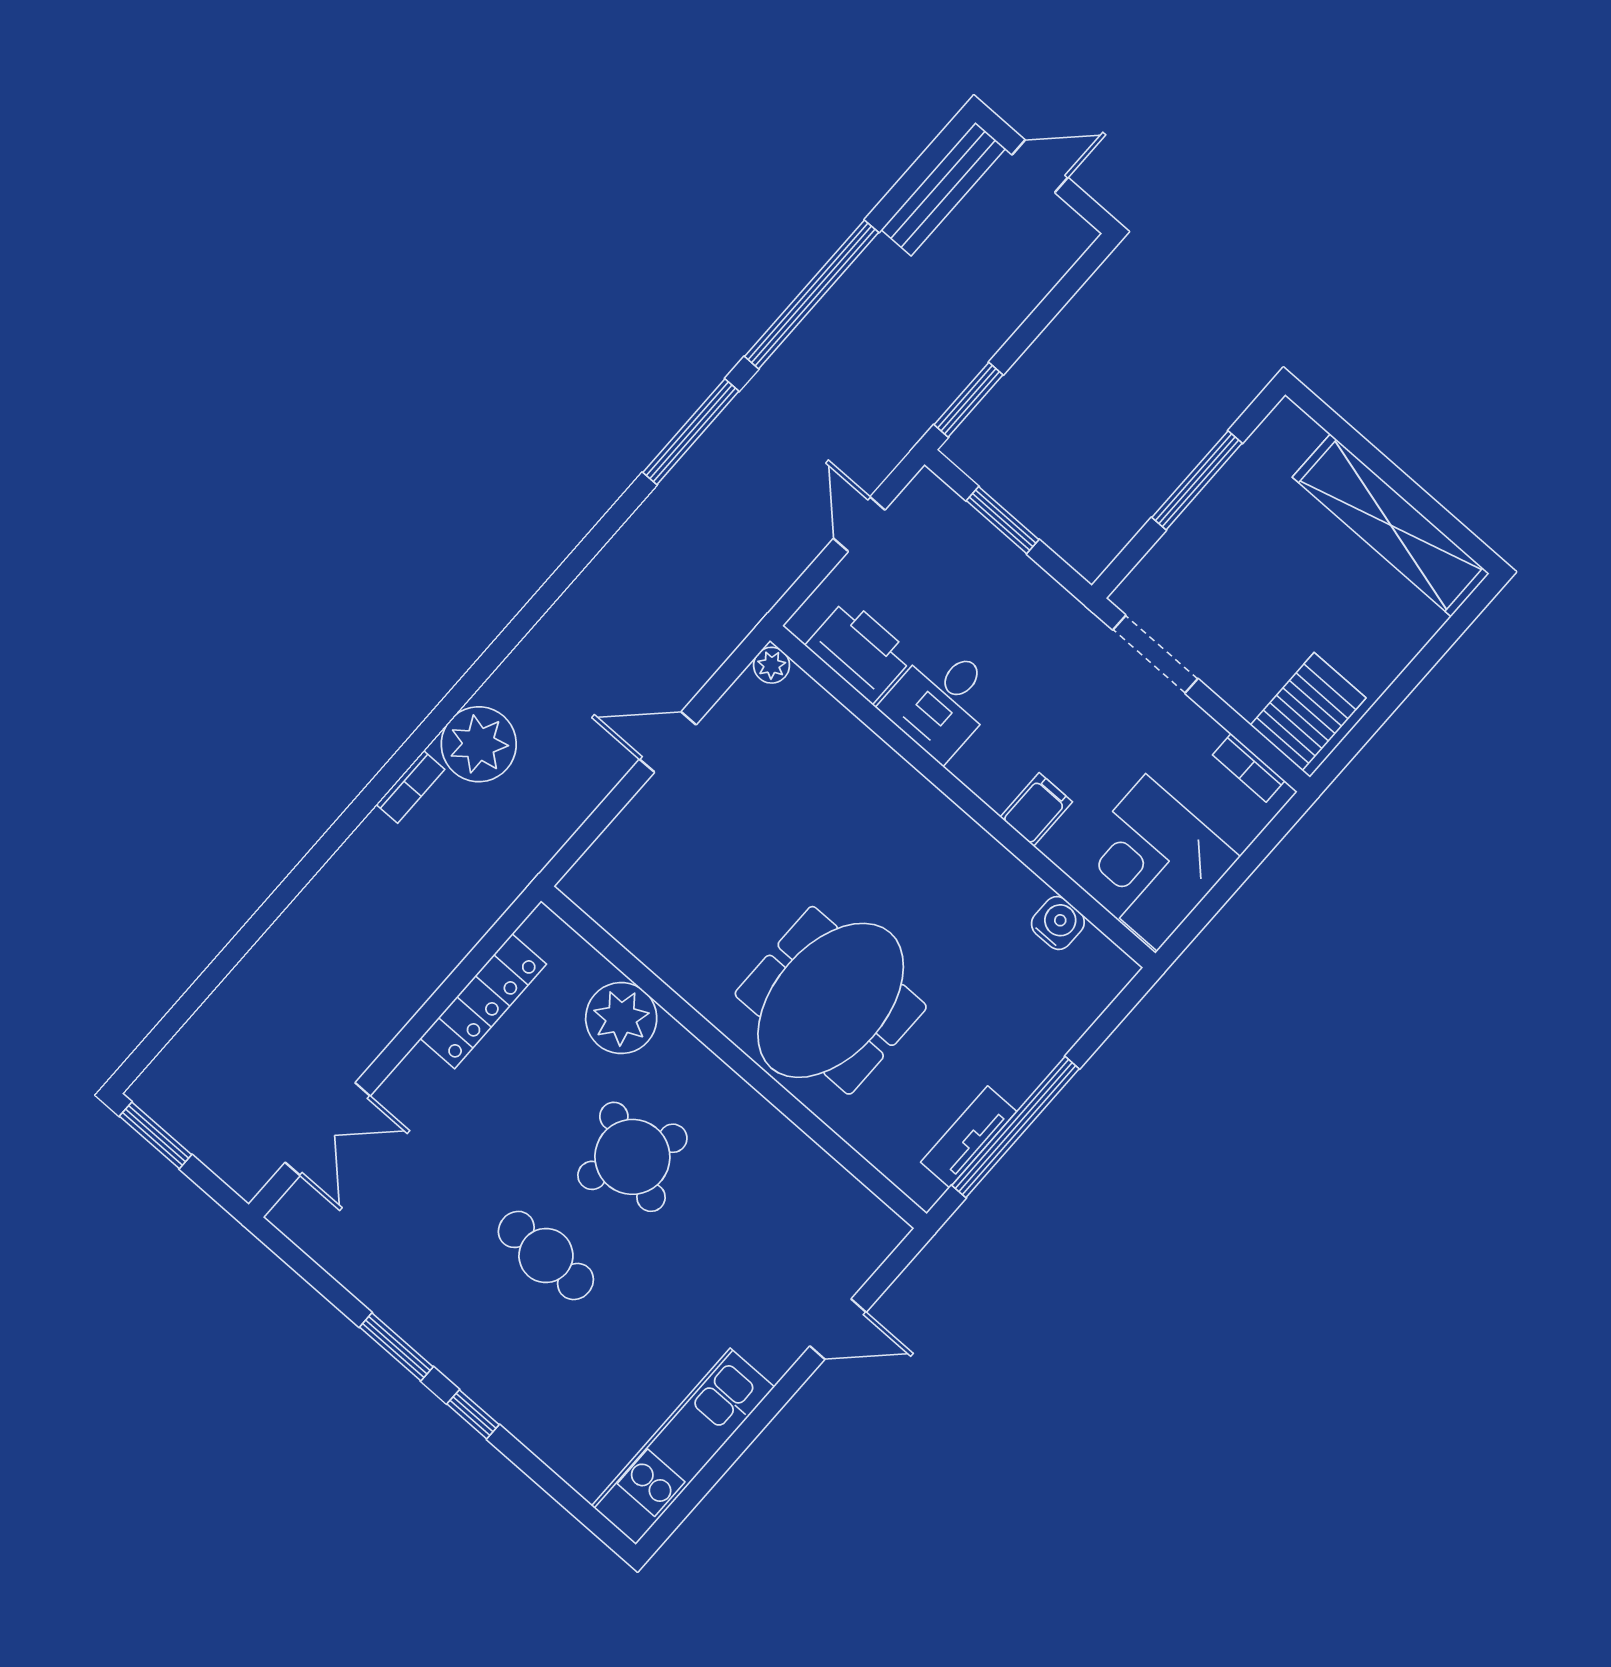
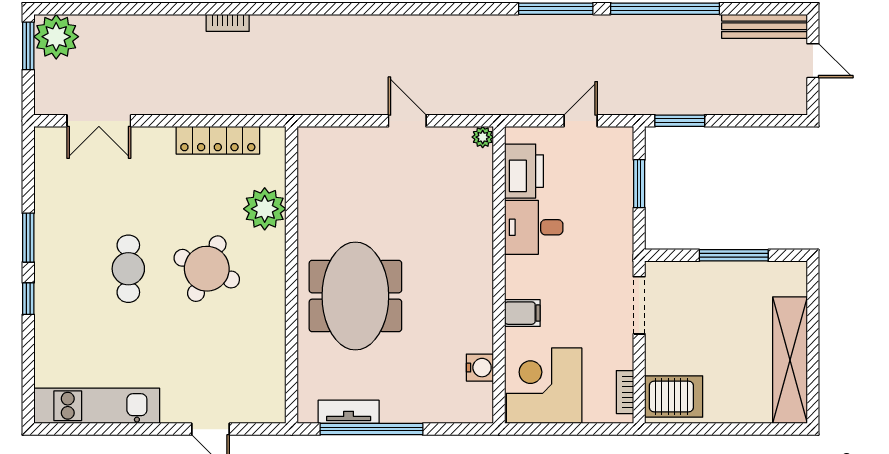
plant: (479, 744) -> (56, 37), moved
bookcase: (410, 787) -> (228, 23), moved
meeting table: (831, 1000) -> (355, 296), turned 90

